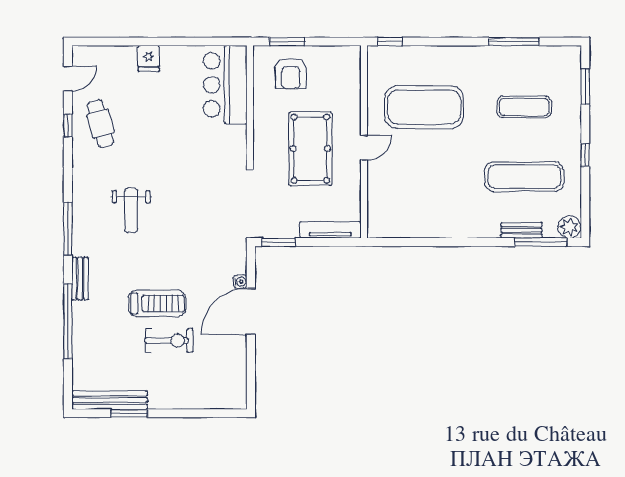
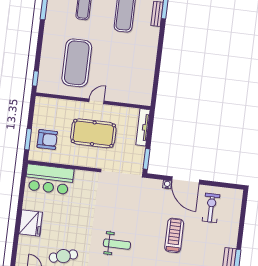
fridge: (149, 58) -> (31, 223), width x1.88, depth x1.34
door: (364, 147) -> (96, 101), hinge flipped
exercise bike: (169, 341) -> (211, 208), moved

